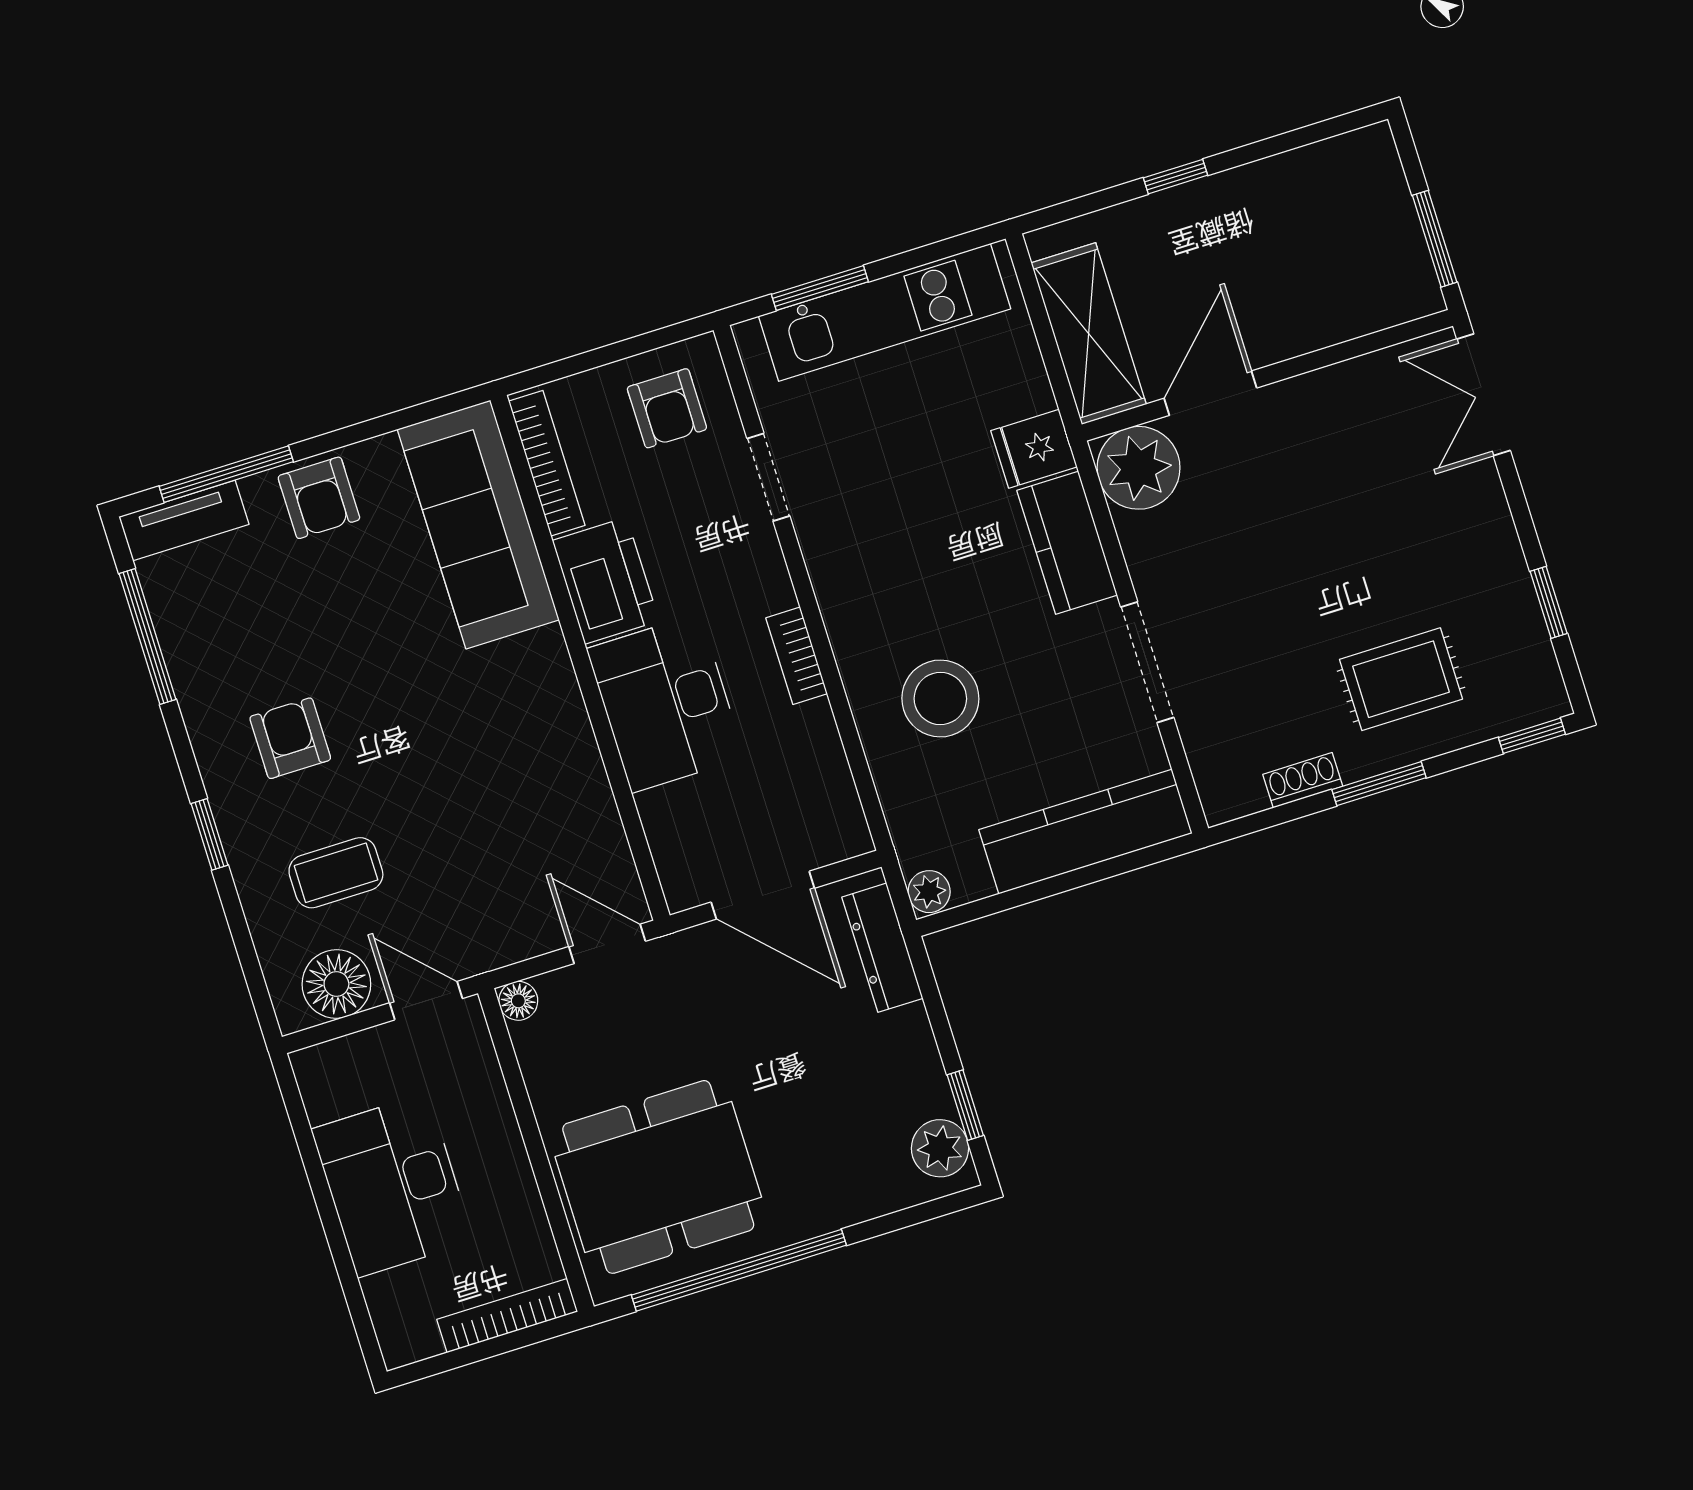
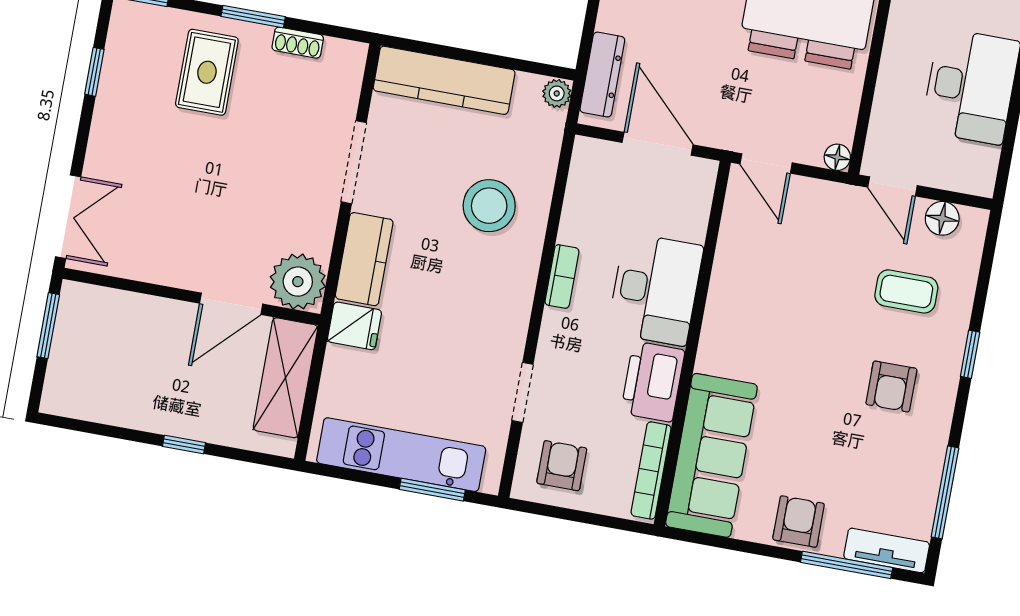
rug: (1401, 679) -> (207, 72), turned 90
floor lamp: (336, 984) -> (942, 218), width x0.73, depth x0.73

